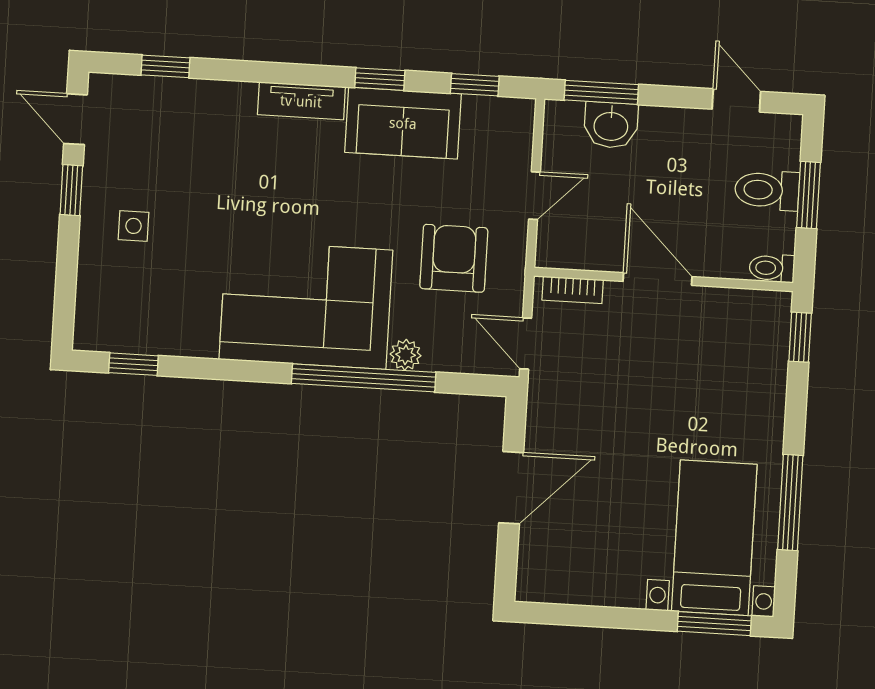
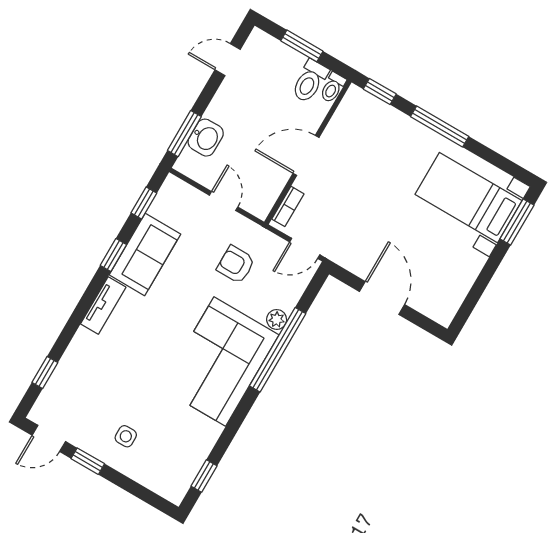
toilet: (767, 190) -> (310, 81), moved
armchair: (454, 258) -> (236, 264), width x0.72, depth x0.72
window: (790, 503) -> (440, 126), moved

